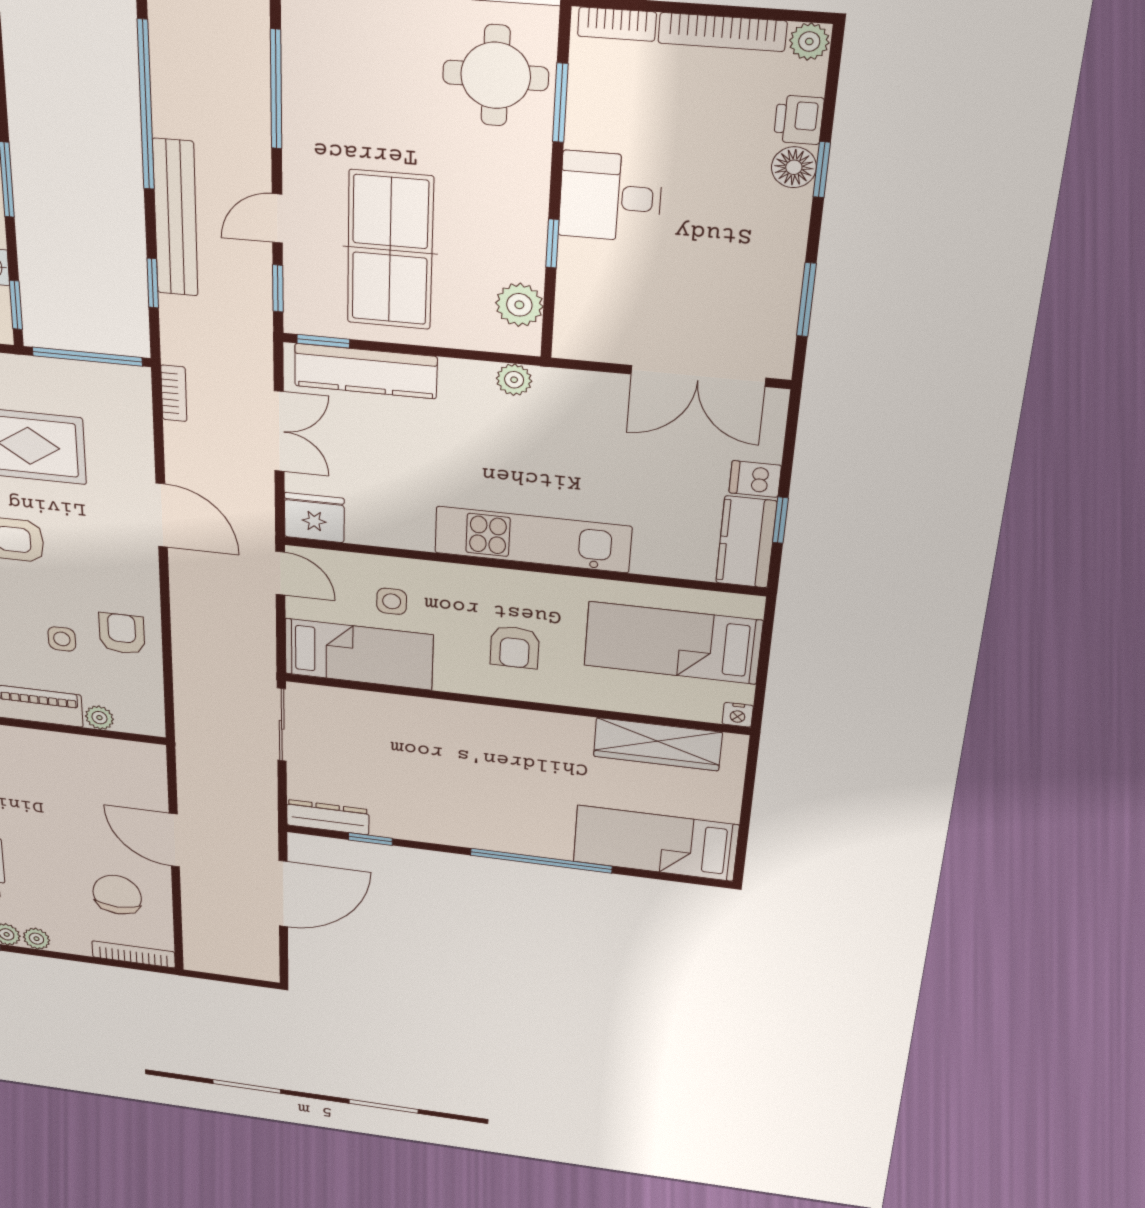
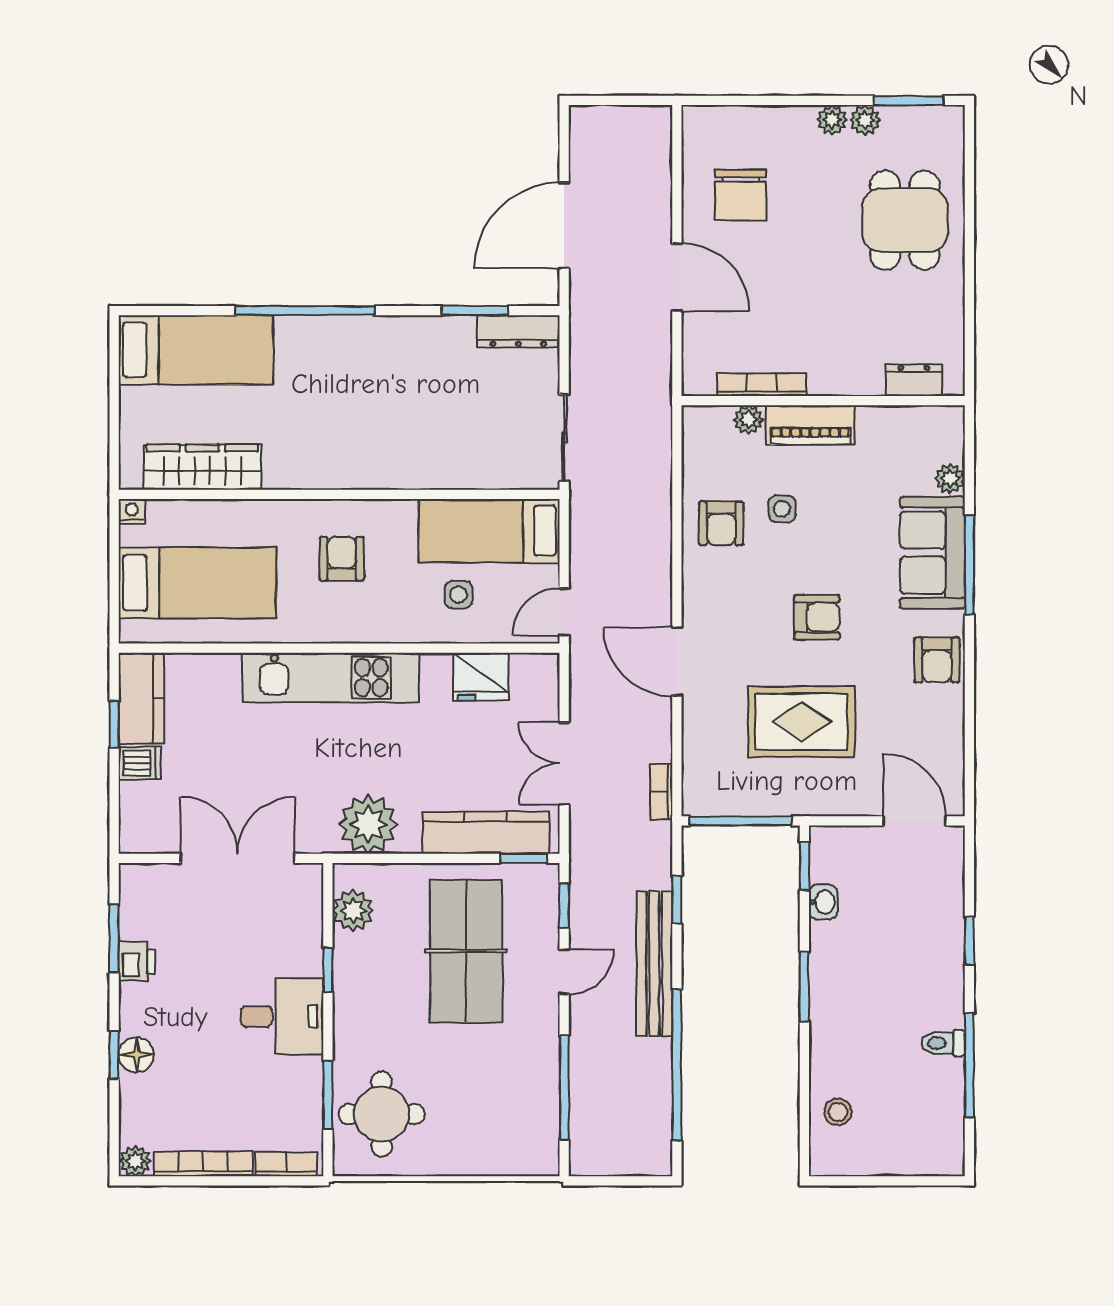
printer: (799, 120) -> (137, 961), moved
double door: (698, 376) -> (238, 858), moved
plant: (514, 380) -> (368, 824), width x1.88, depth x1.88
fridge: (314, 518) -> (481, 677), moved
door: (280, 573) -> (564, 612), hinge flipped
window: (370, 839) -> (475, 311), width x1.50
bookcase: (133, 954) -> (762, 385), moved, turned 180

